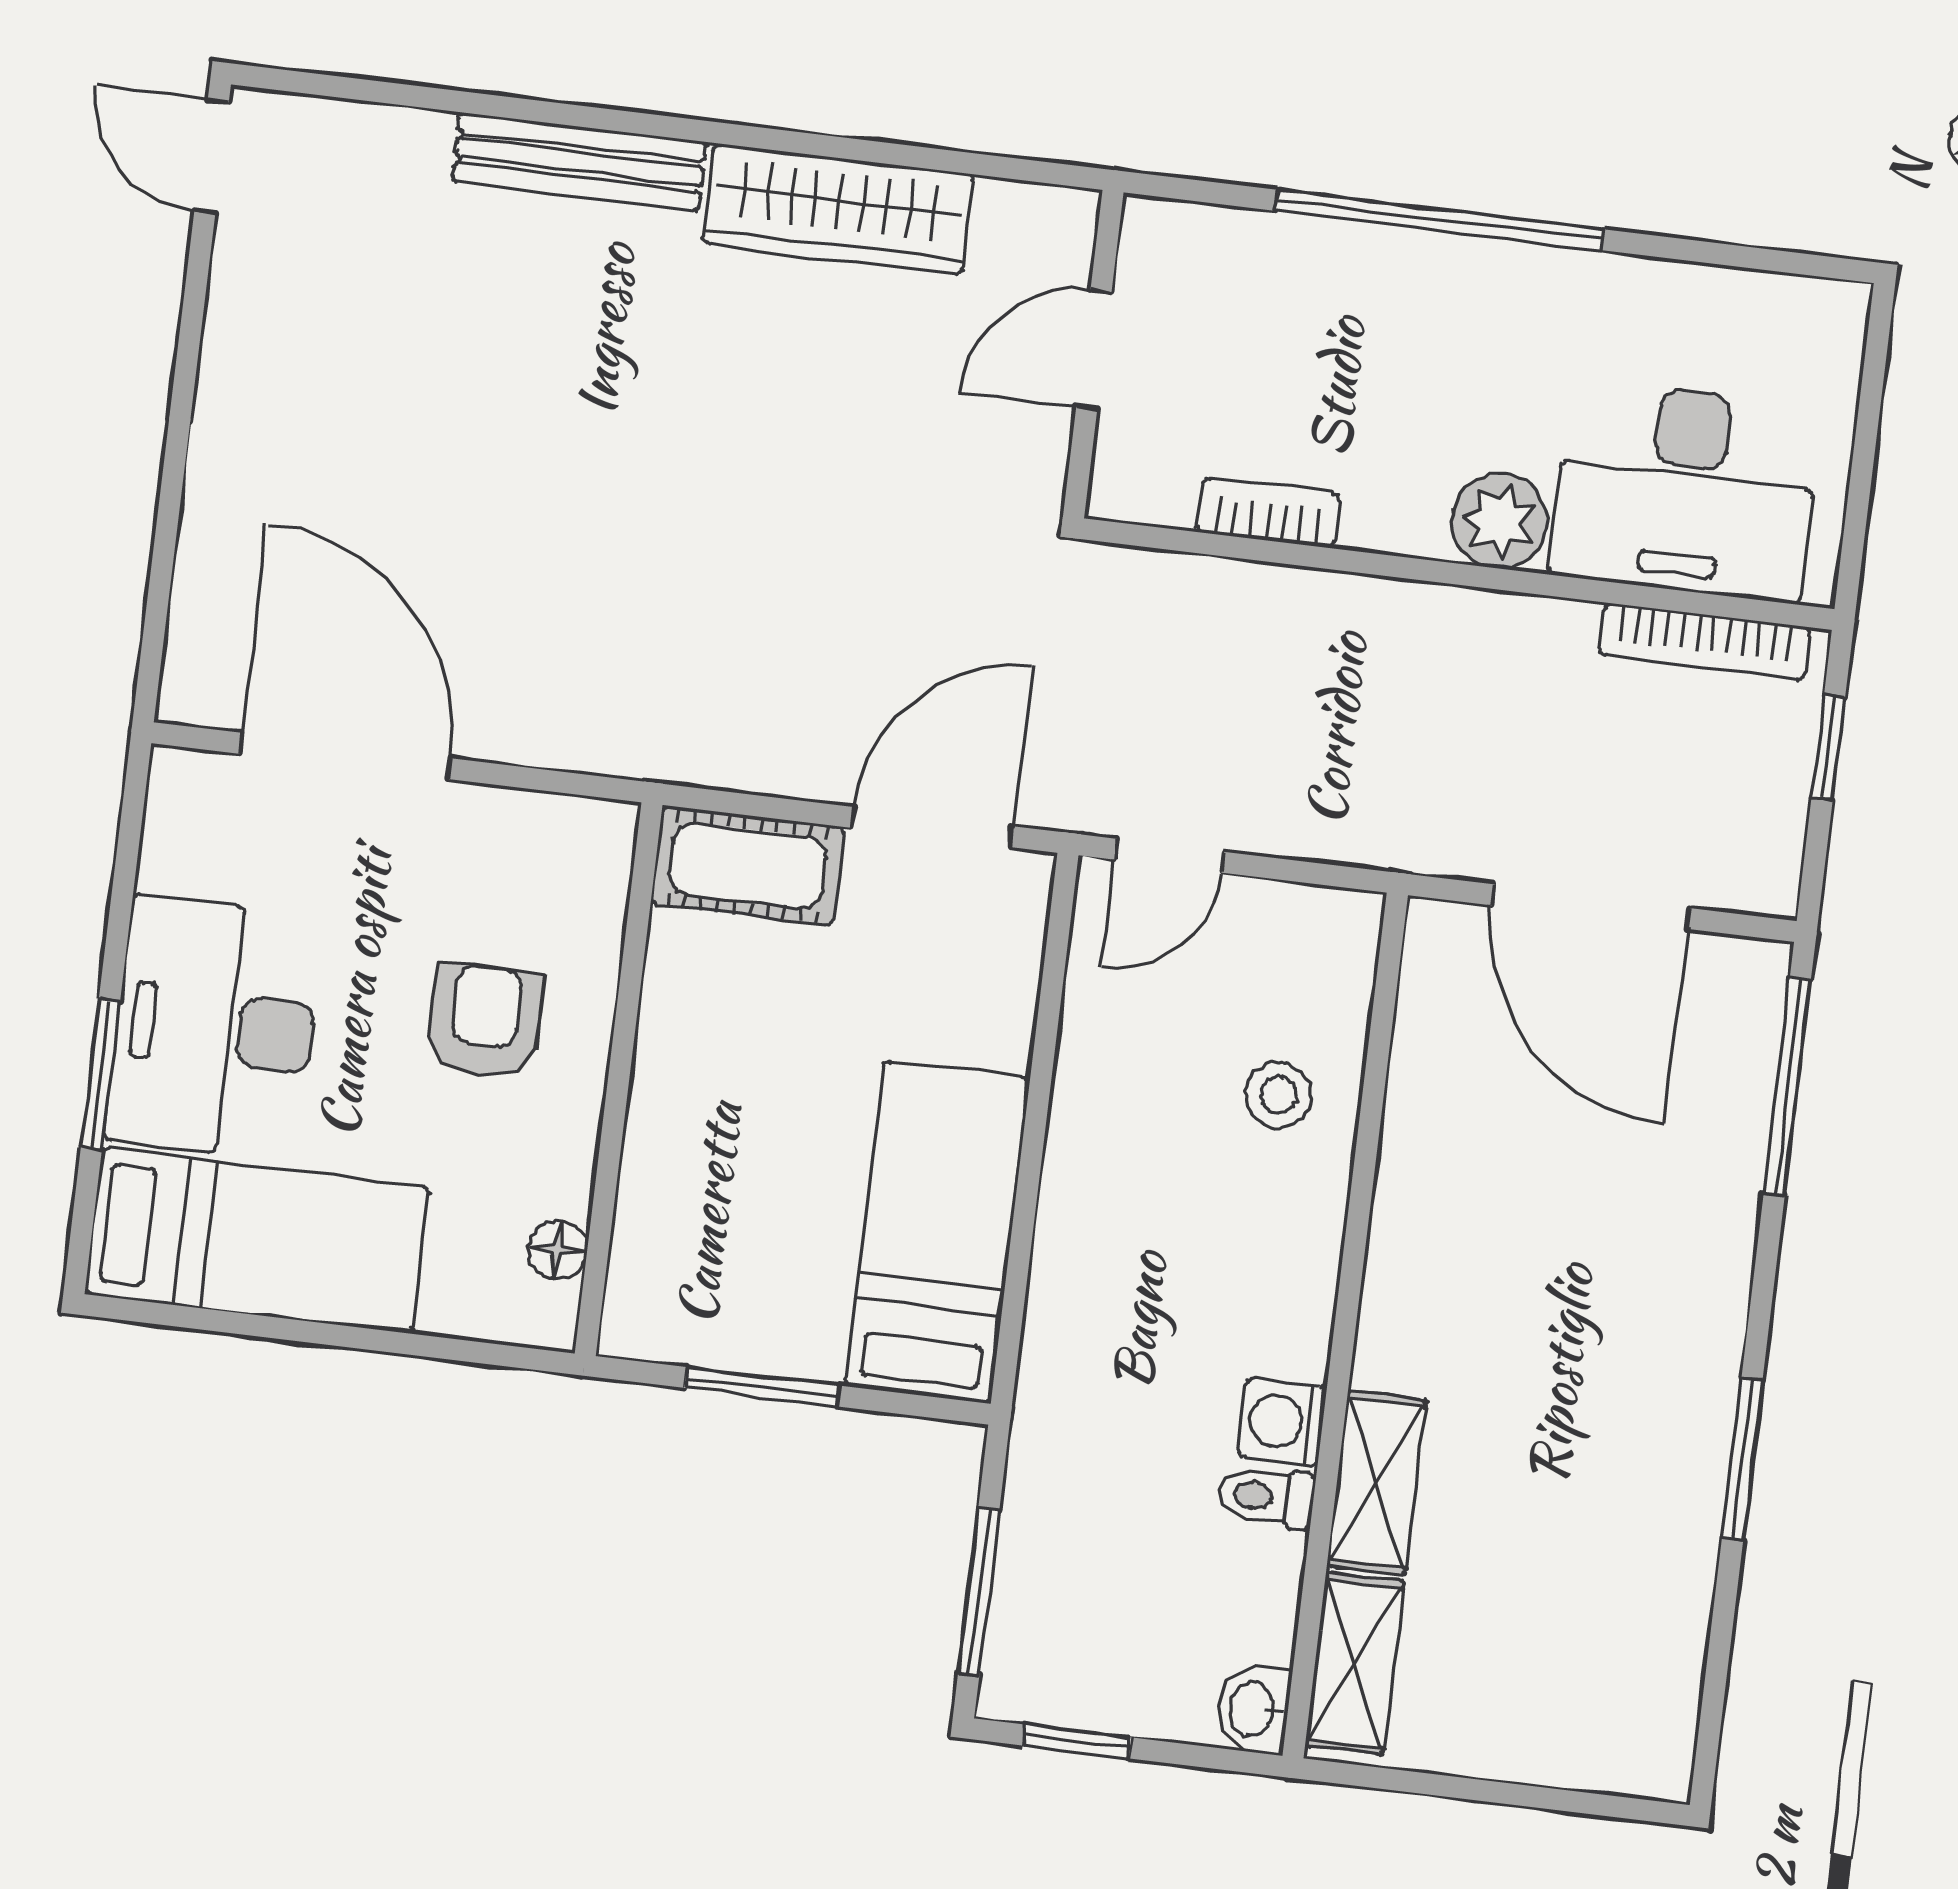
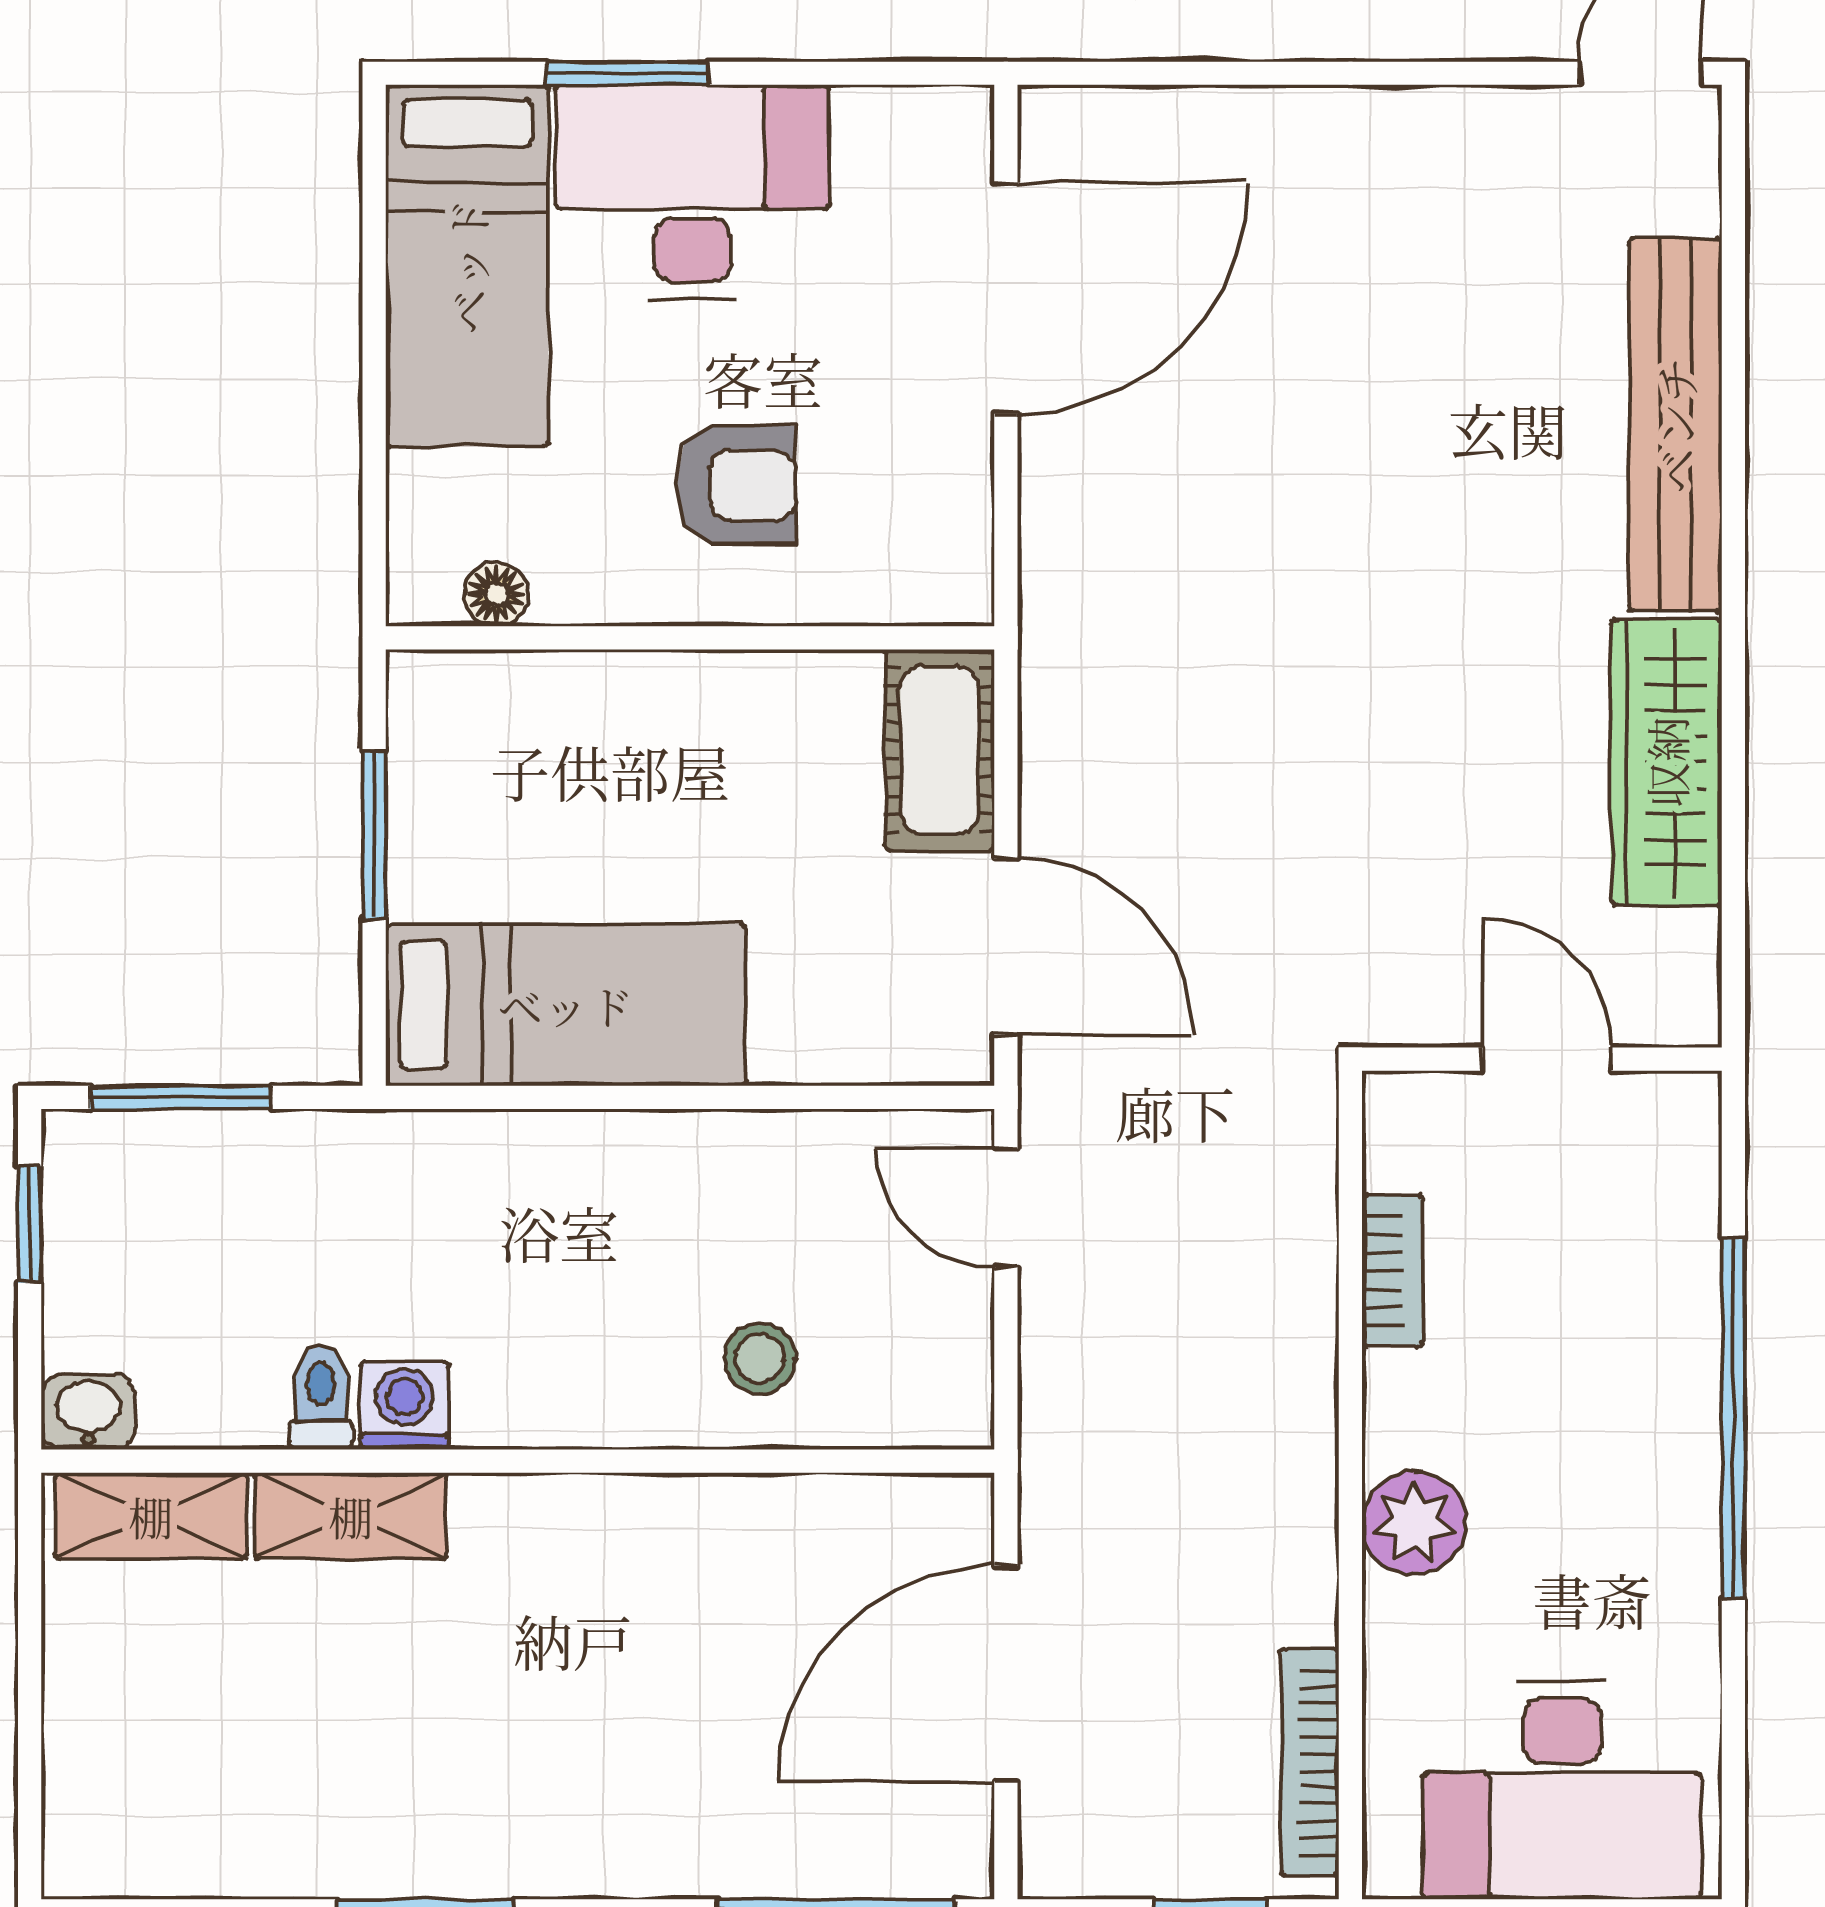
bench: (580, 162) -> (1675, 425), width x1.37, depth x1.21
desk: (1685, 491) -> (1562, 1790), moved, turned -90

